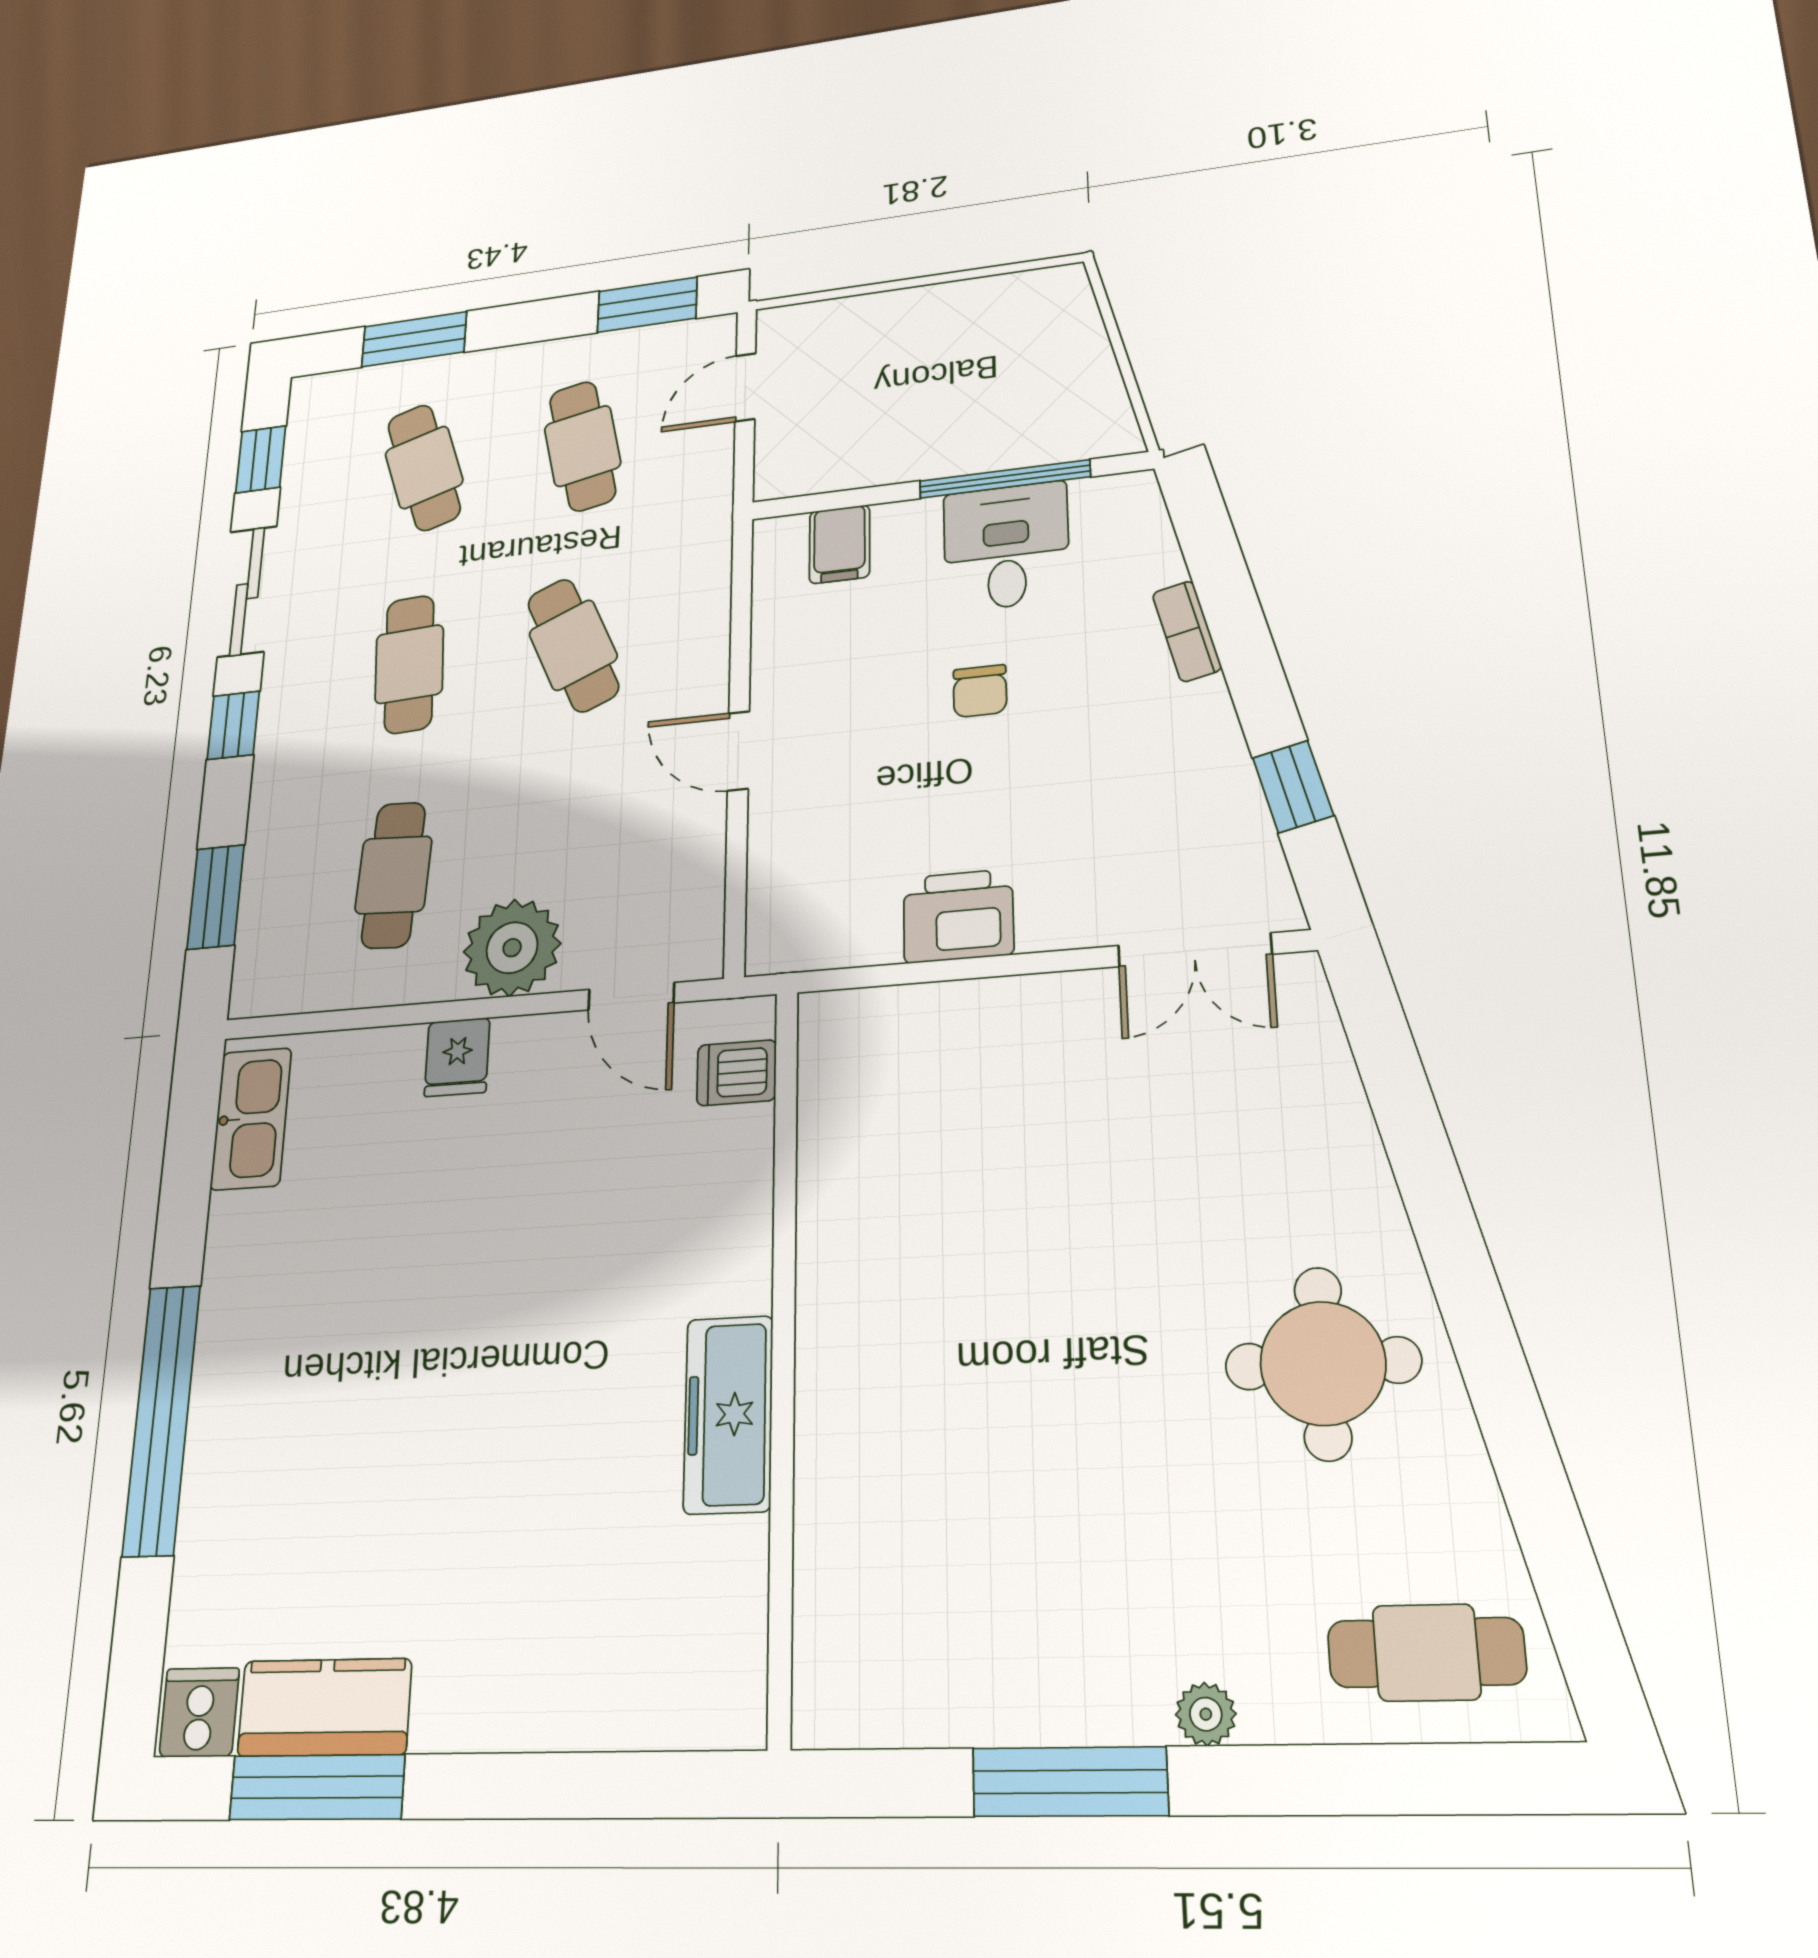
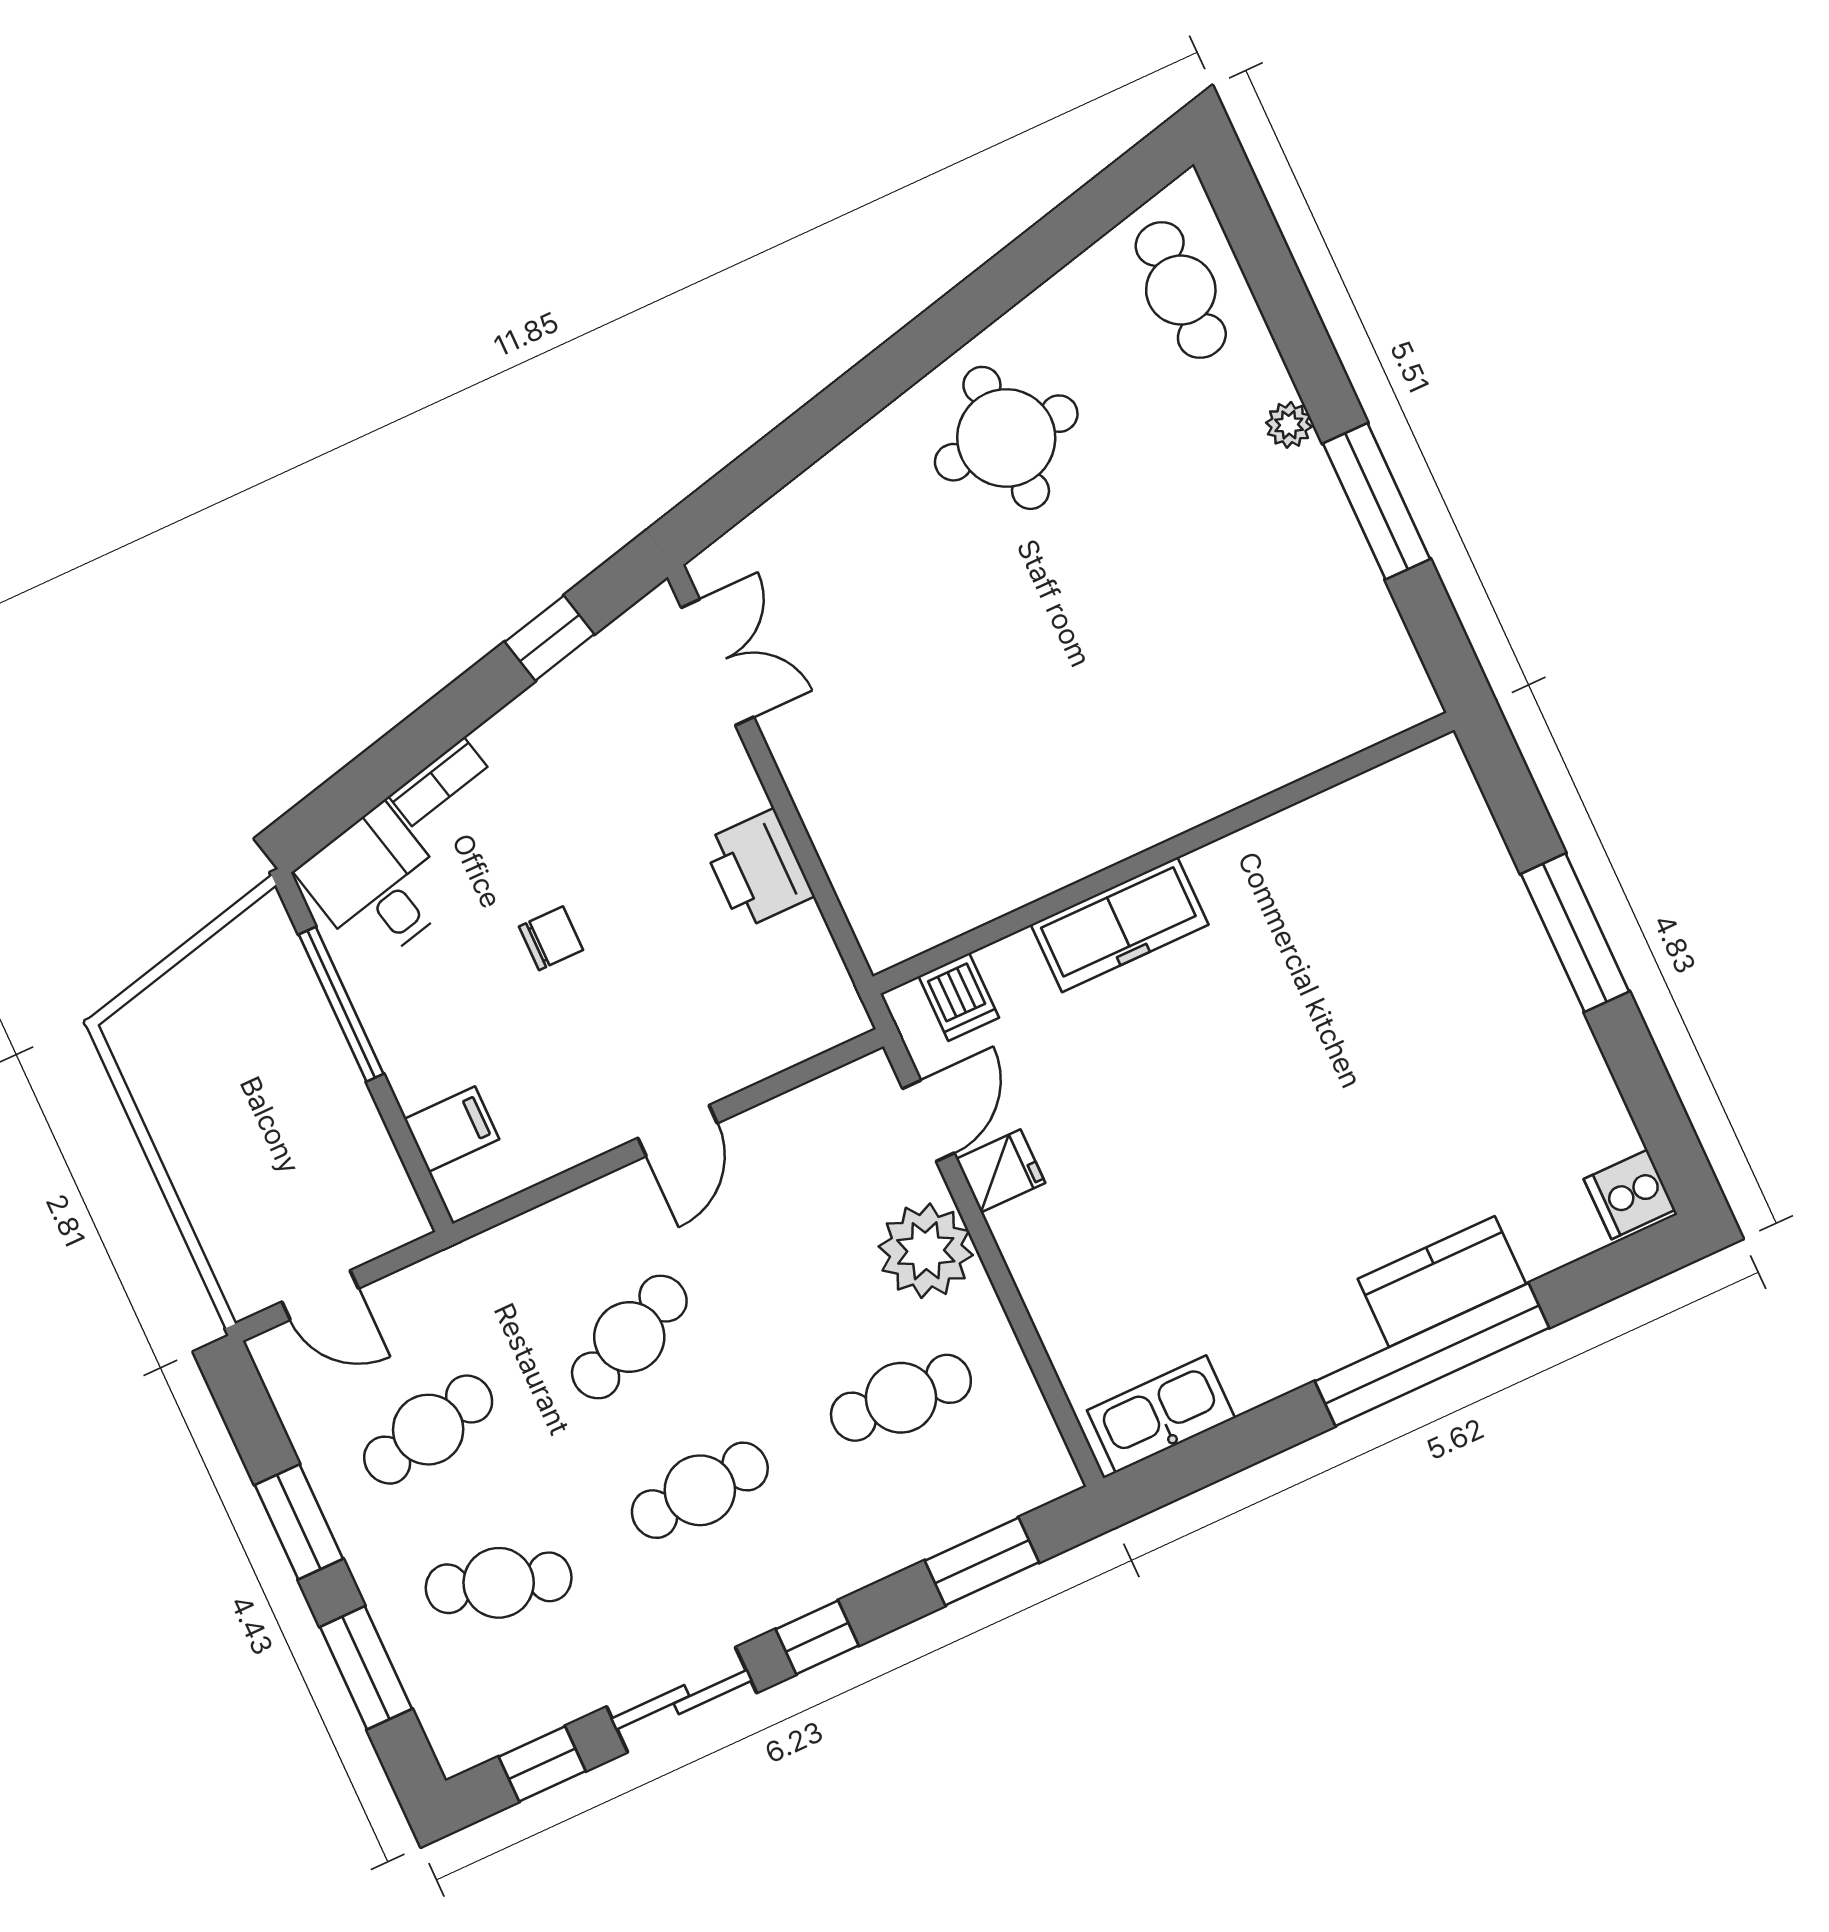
window: (647, 305) -> (299, 1522), moved
cafe table: (424, 467) -> (499, 1583), turned 36
desk: (1006, 546) -> (377, 885), moved, turned 77
fridge: (457, 1057) -> (1001, 1171), moved
freezer: (728, 1414) -> (1120, 925), moved
kitchen counter: (325, 1707) -> (1442, 1281), moved, turned 90
window: (317, 1787) -> (1575, 933), moved

